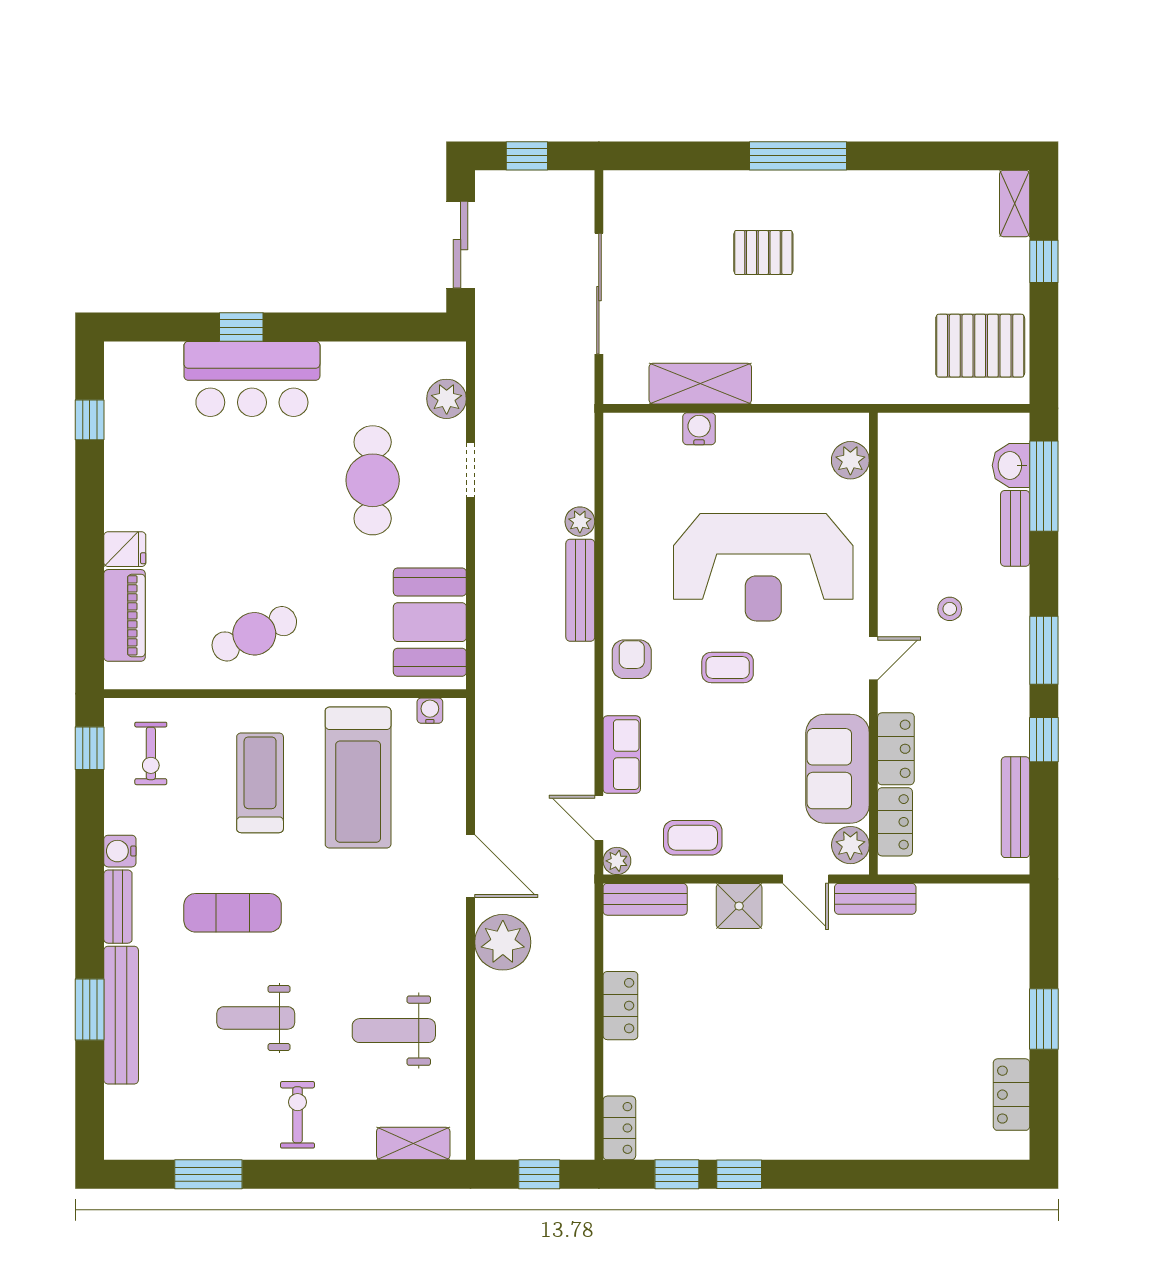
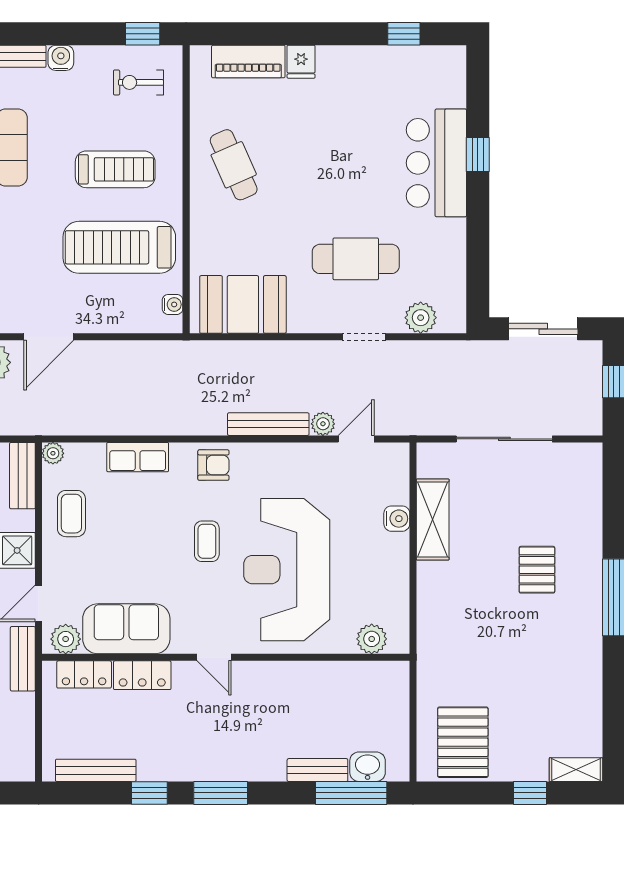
stool: (950, 609) -> (253, 718), removed
door: (599, 818) -> (356, 439), moved

